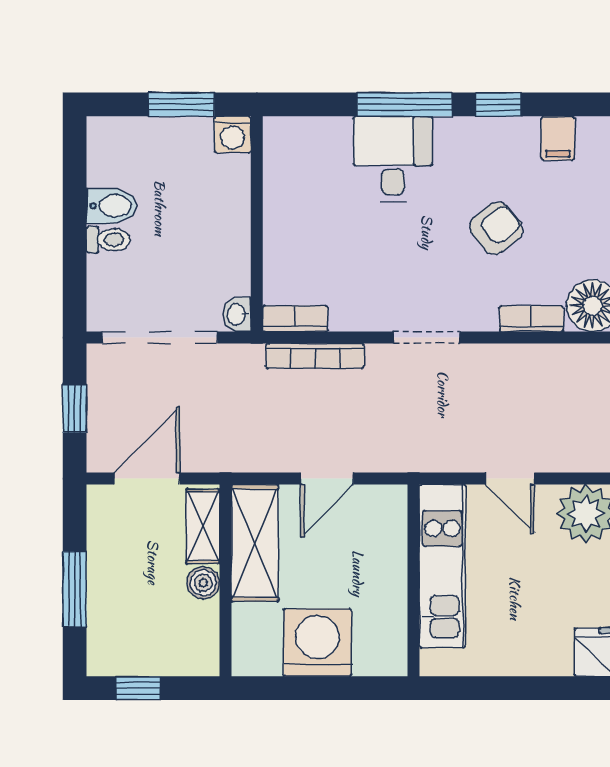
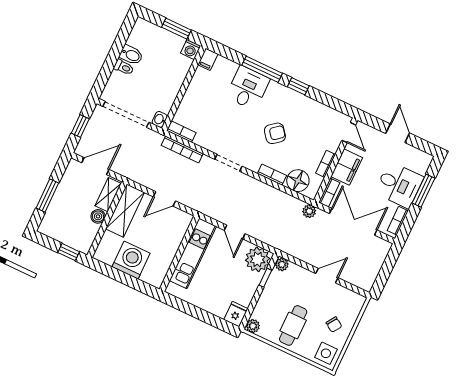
filing cabinet: (558, 138) -> (208, 59), moved
window: (138, 688) -> (69, 252), moved

